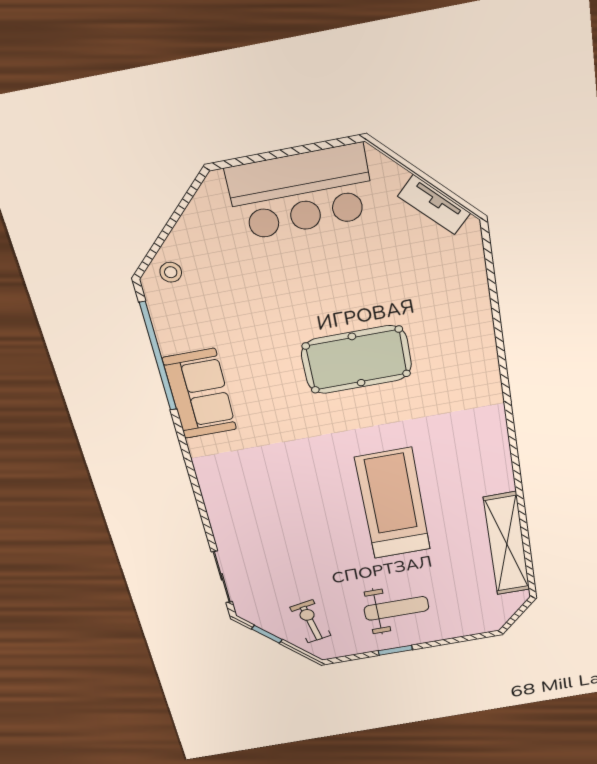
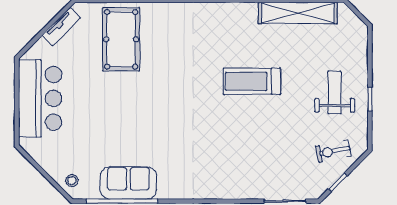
pool table: (357, 360) -> (121, 39), moved
sofa: (200, 394) -> (128, 183), moved
treadmill: (393, 504) -> (252, 81), width x0.73, depth x0.73

